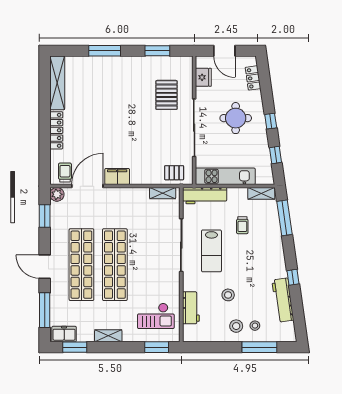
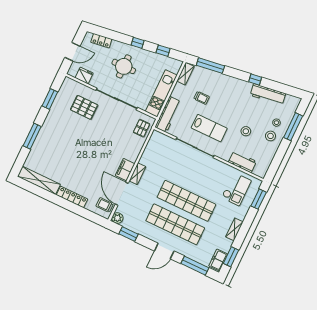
shelving: (163, 193) -> (137, 174), moved

